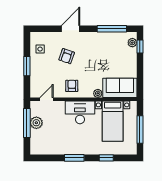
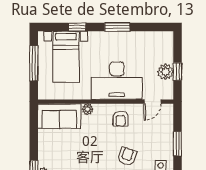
desk: (80, 112) -> (117, 81), width x1.36, depth x1.30
bed with nightstands: (113, 121) -> (66, 57), moved, turned 180
window: (27, 123) -> (177, 71), width x0.46

